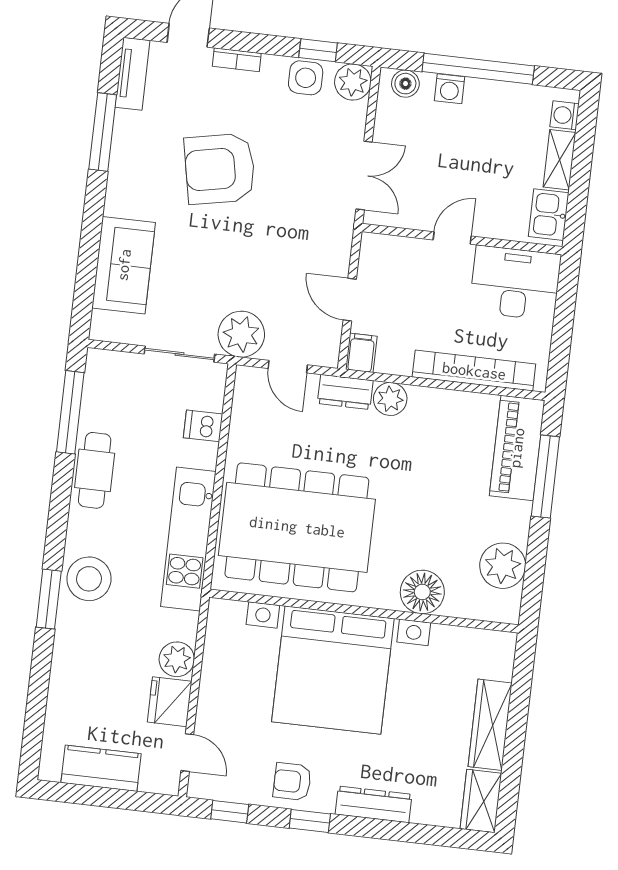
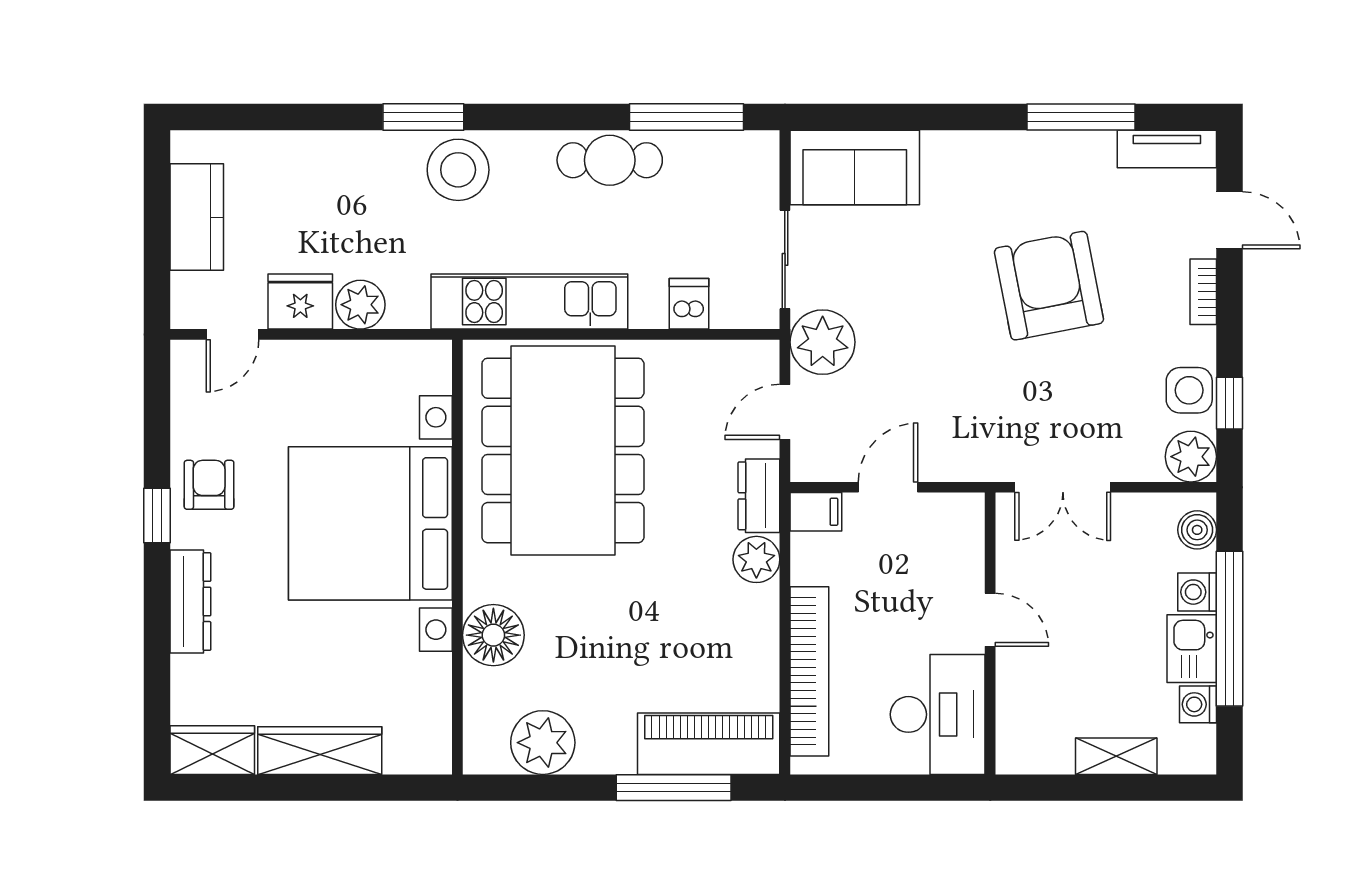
washing machine: (565, 115) -> (1198, 704), moved, turned -90
kitchen sink: (549, 215) -> (1192, 649), moved, turned -90
sofa: (124, 265) -> (855, 167), moved
window: (230, 812) -> (157, 403), removed

